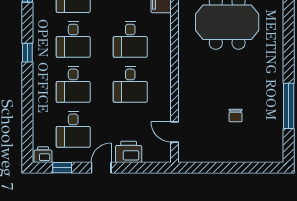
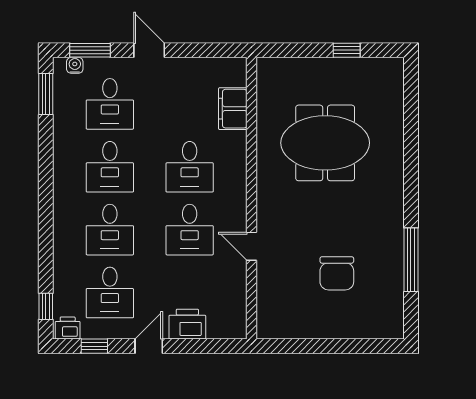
window: (27, 53) -> (46, 306), moved
chair: (236, 116) -> (337, 273), width x1.87, depth x1.87
door: (174, 132) -> (251, 246), moved

